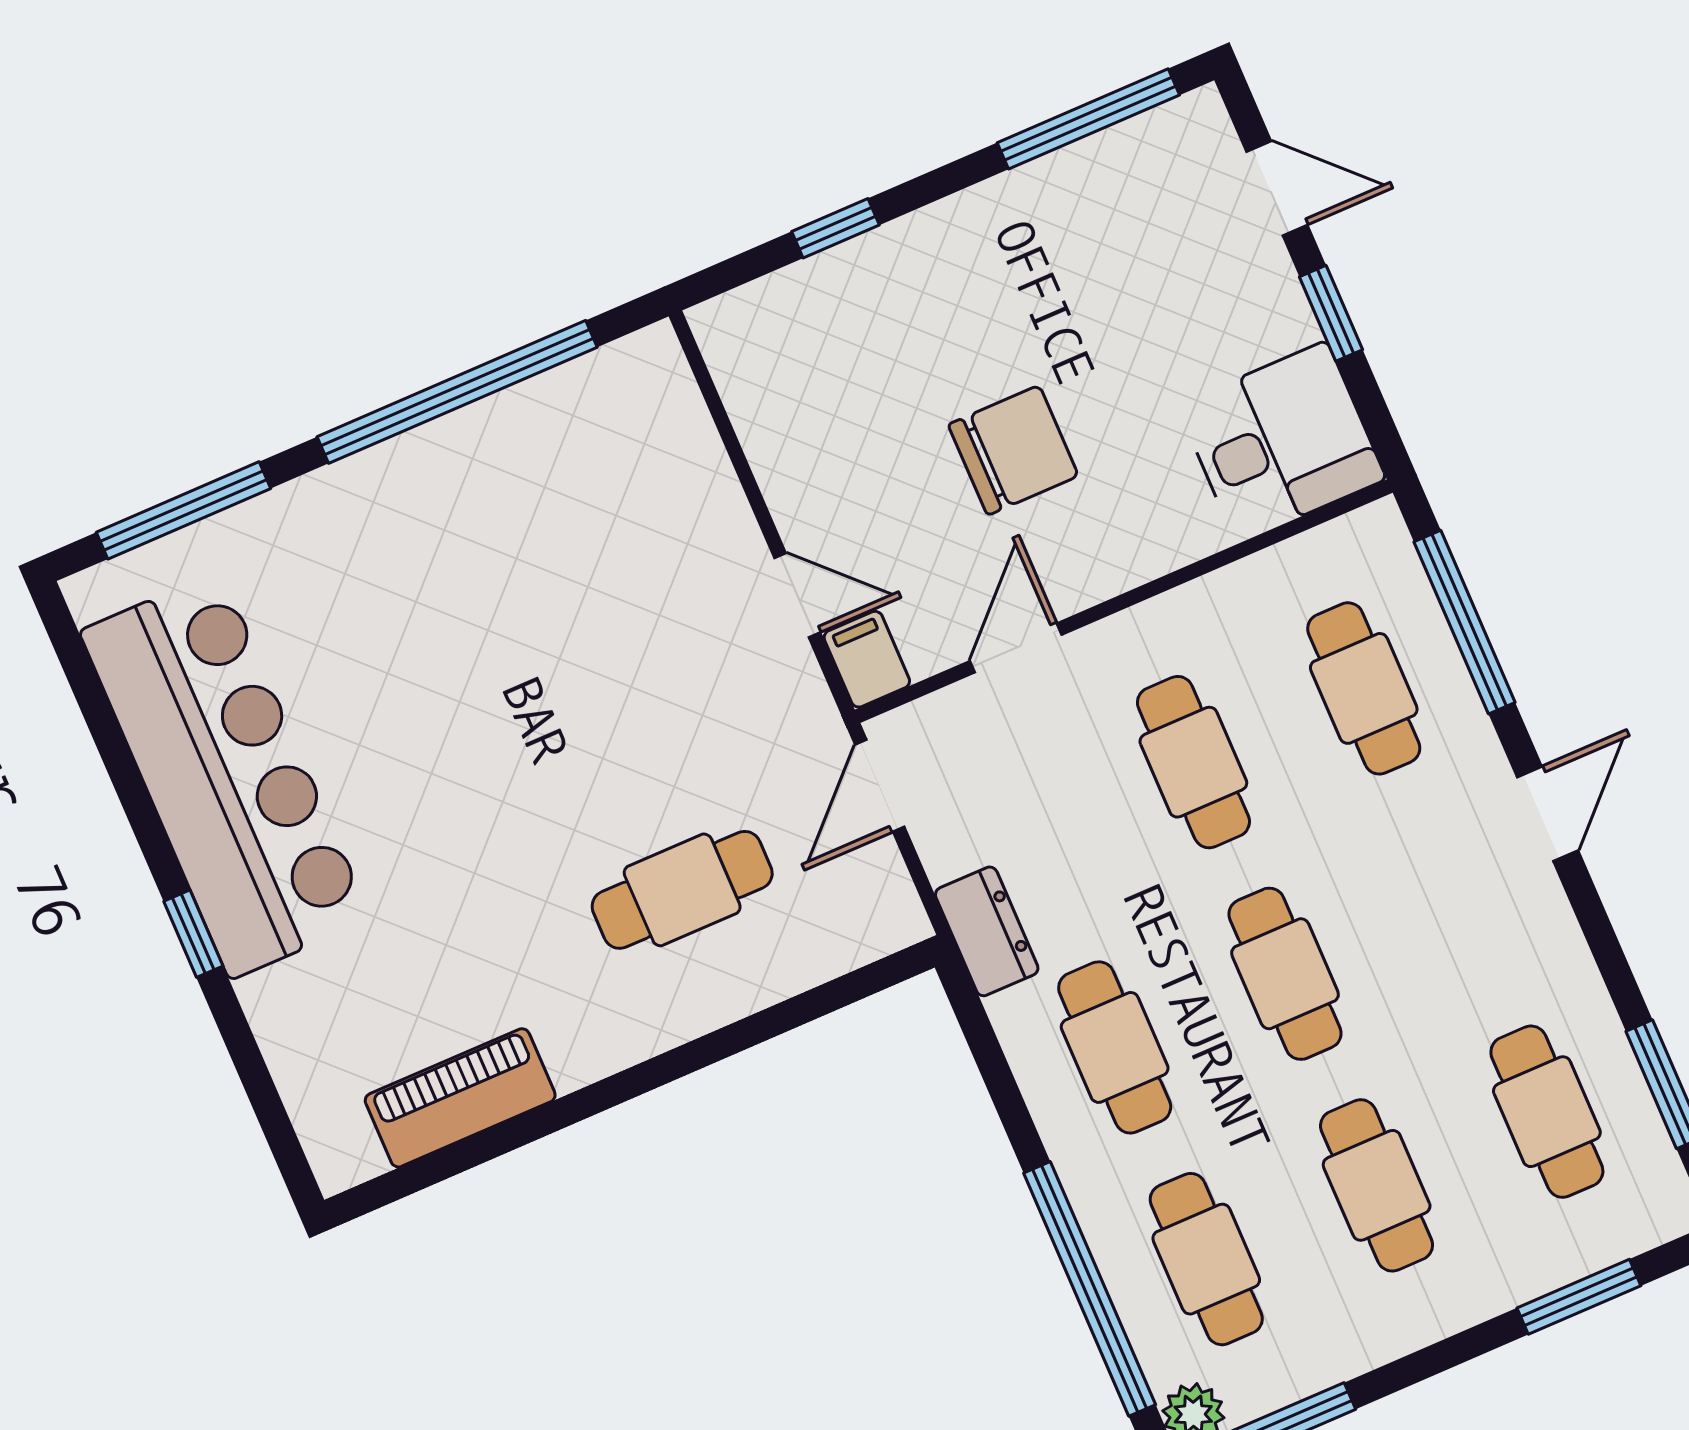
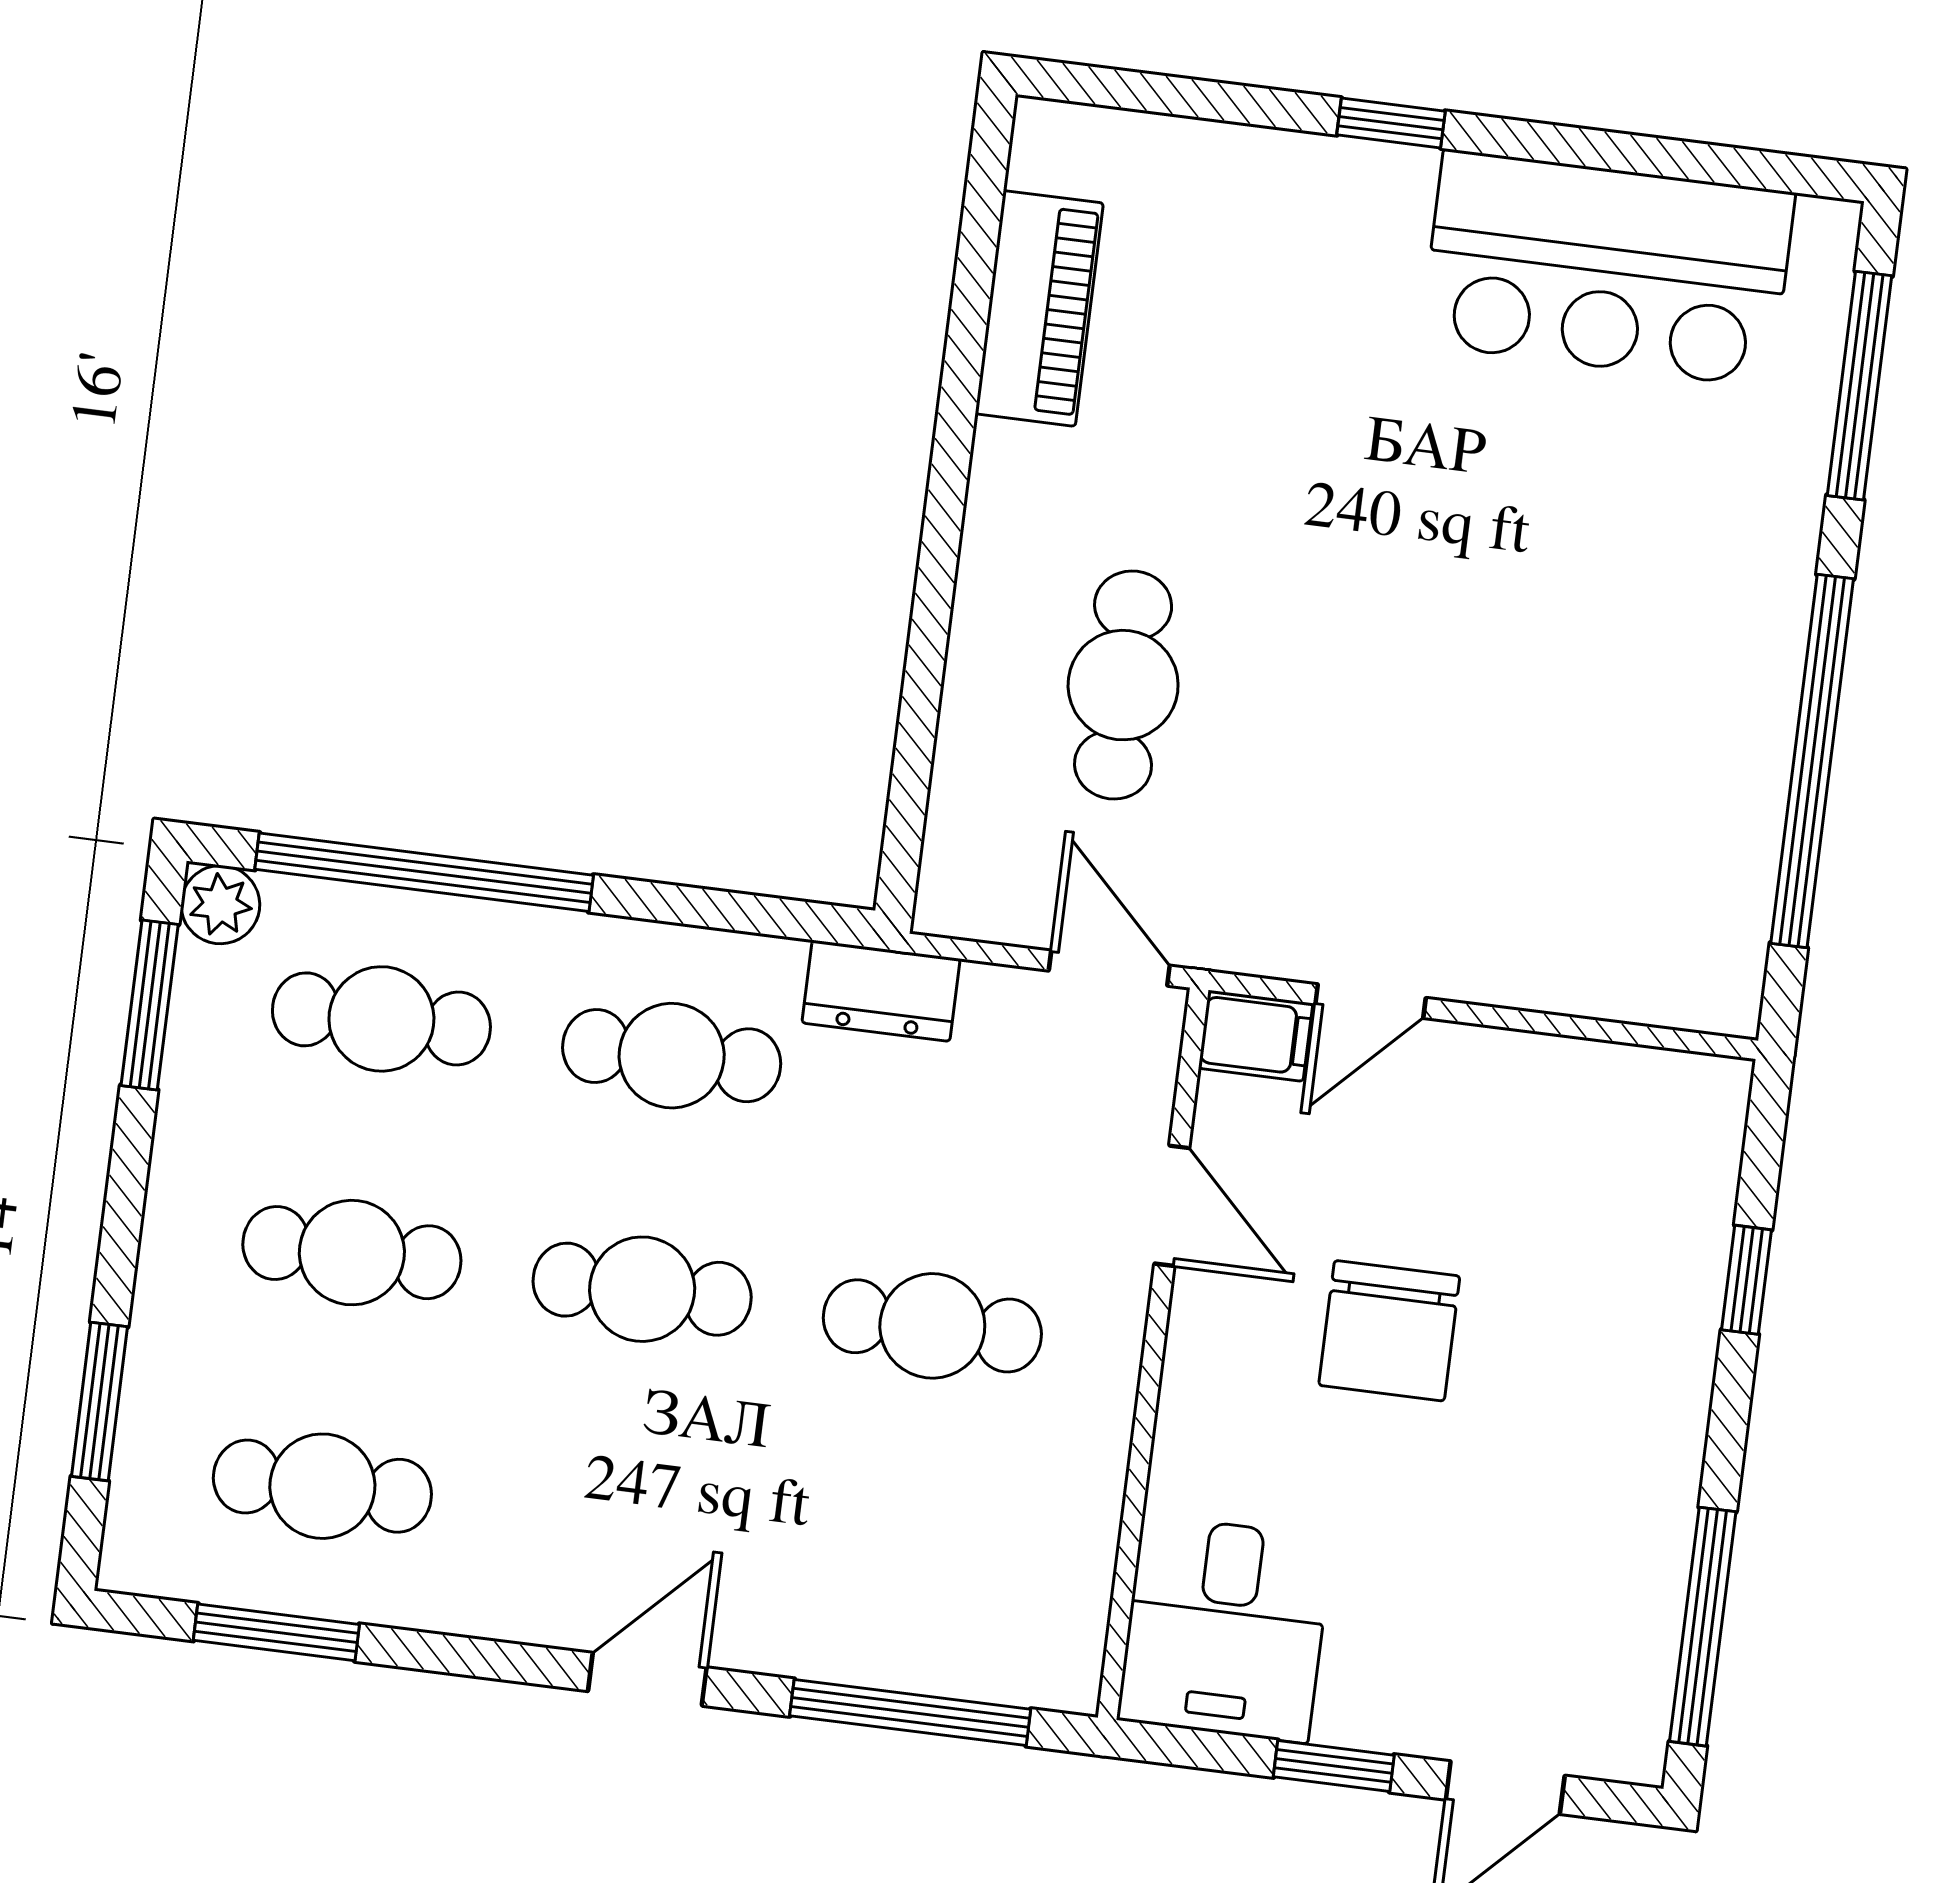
cafe table: (1364, 688) -> (903, 1559), removed
bar counter: (225, 775) -> (1607, 268), width x0.73
door: (1548, 814) -> (647, 1679), swing flipped

